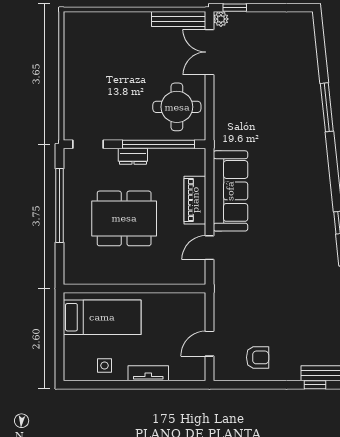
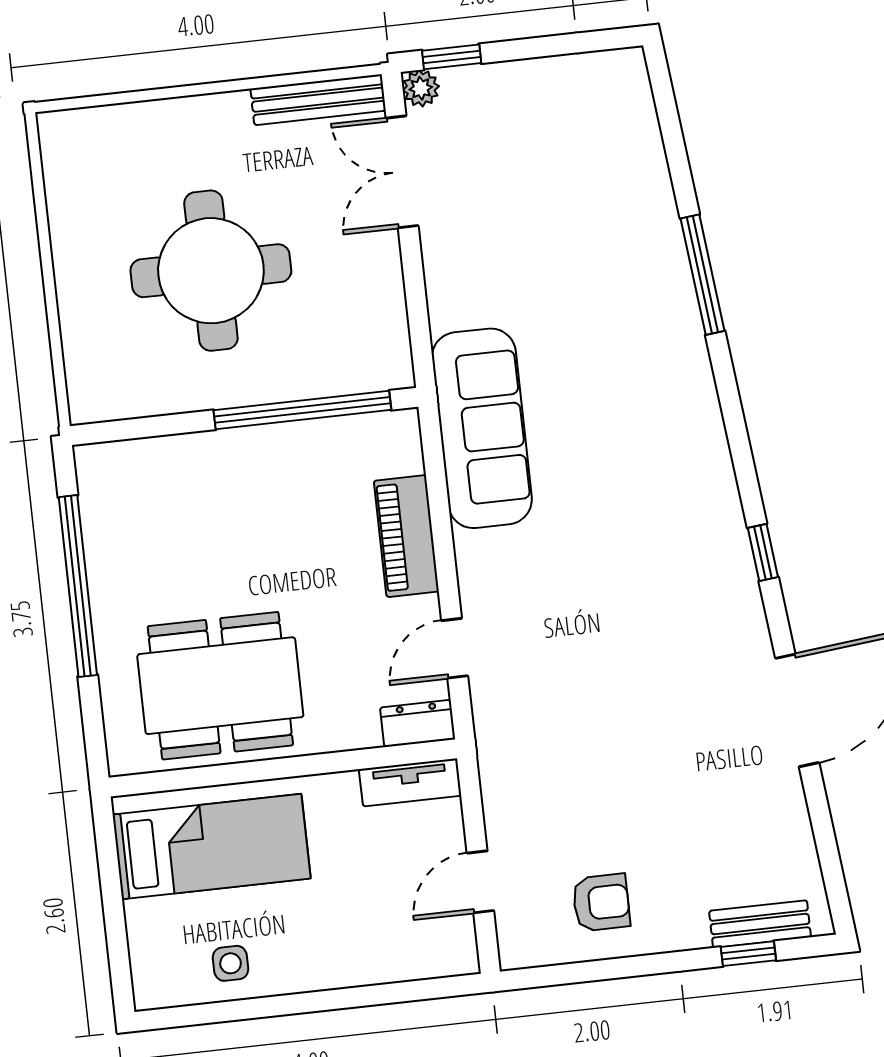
round table: (177, 107) -> (211, 271), moved, width x1.36, depth x1.36
doorway: (88, 144) -> (131, 429), removed
dresser: (133, 156) -> (418, 723), moved, turned 180
sofa: (230, 191) -> (482, 428), moved
dining table: (124, 218) -> (220, 686), moved
tv unit: (148, 373) -> (410, 782), moved, turned 180

